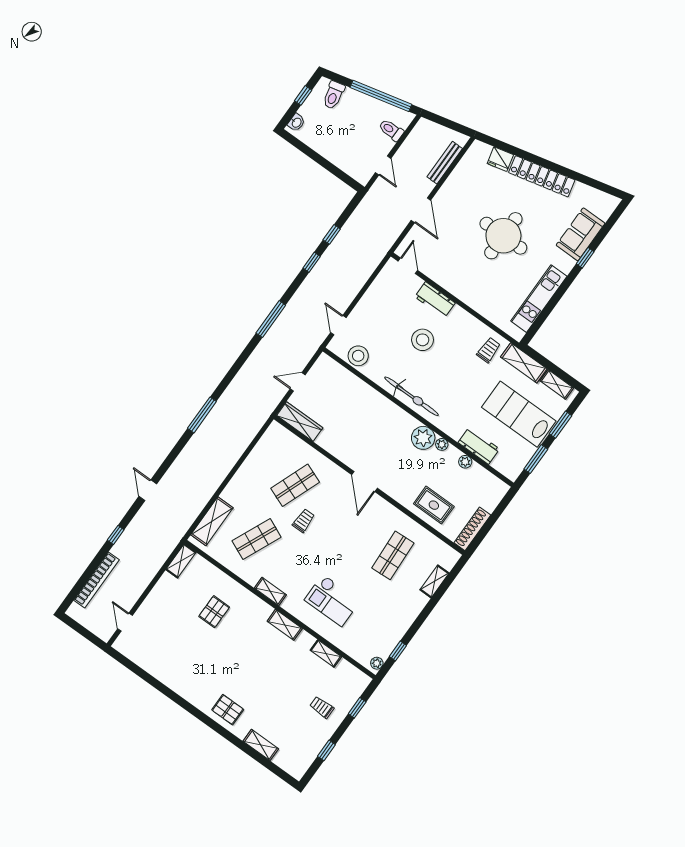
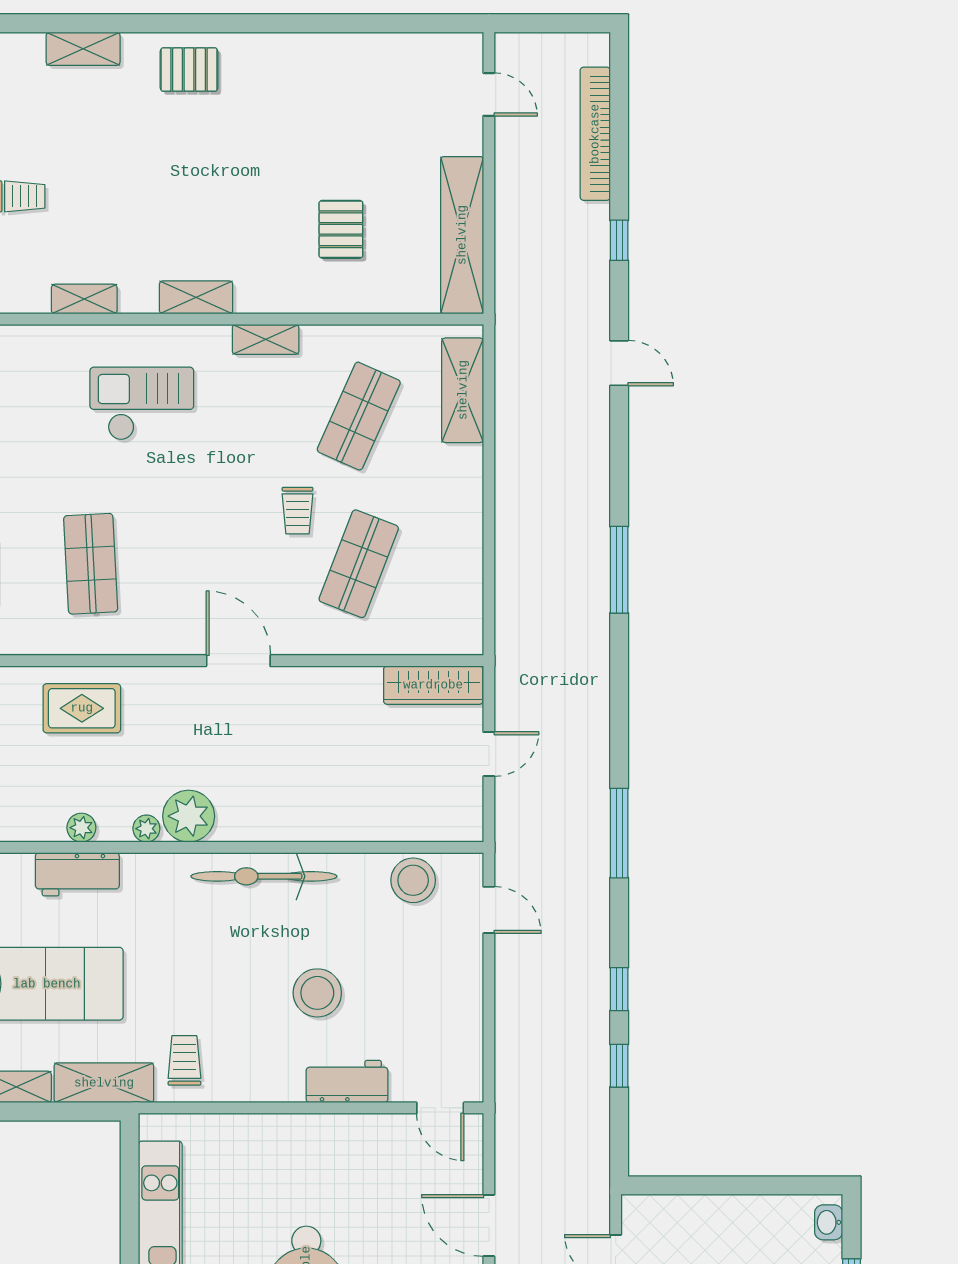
trolley: (489, 350) -> (184, 1060), turned 180
shelving: (181, 561) -> (462, 235), width x2.20, depth x1.33

